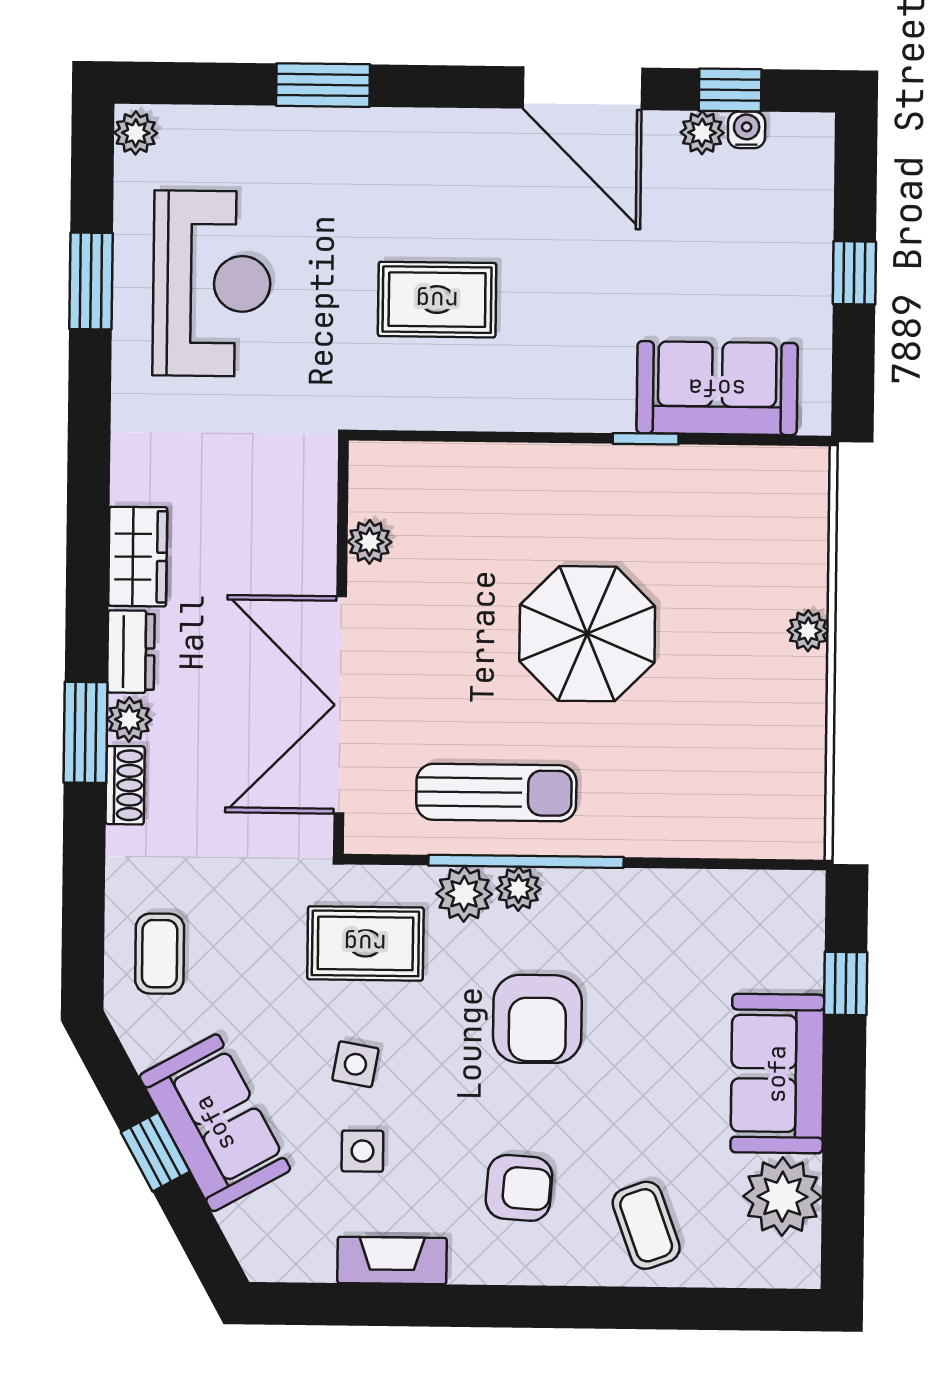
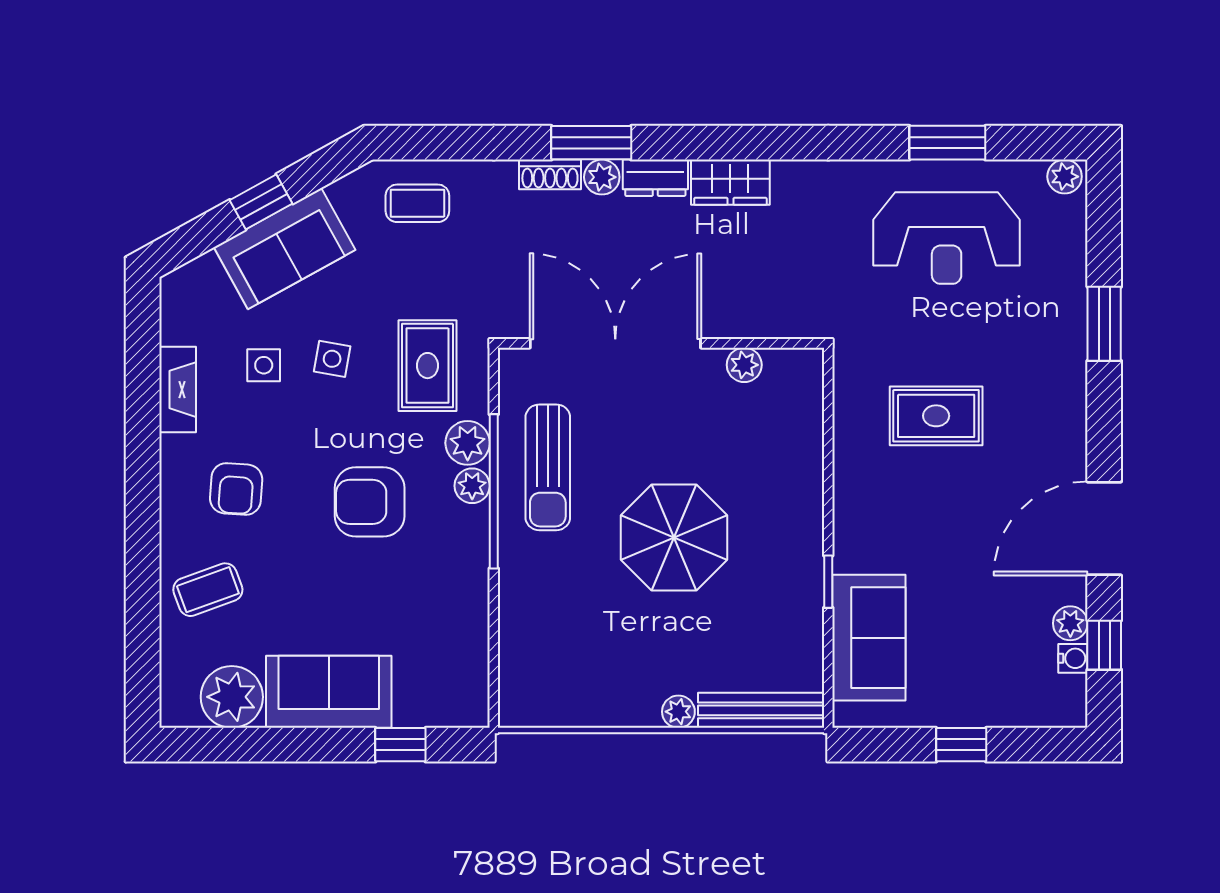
rug: (437, 300) -> (936, 416), turned 90
bench: (808, 526) -> (761, 710), added

